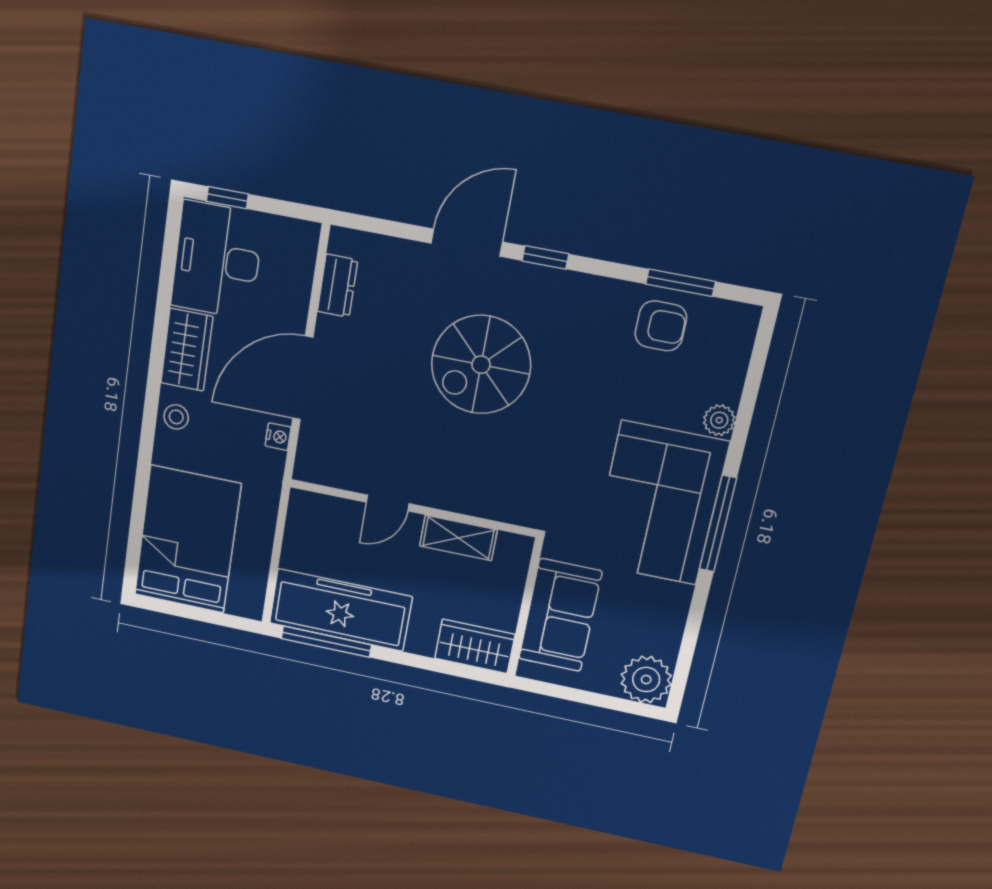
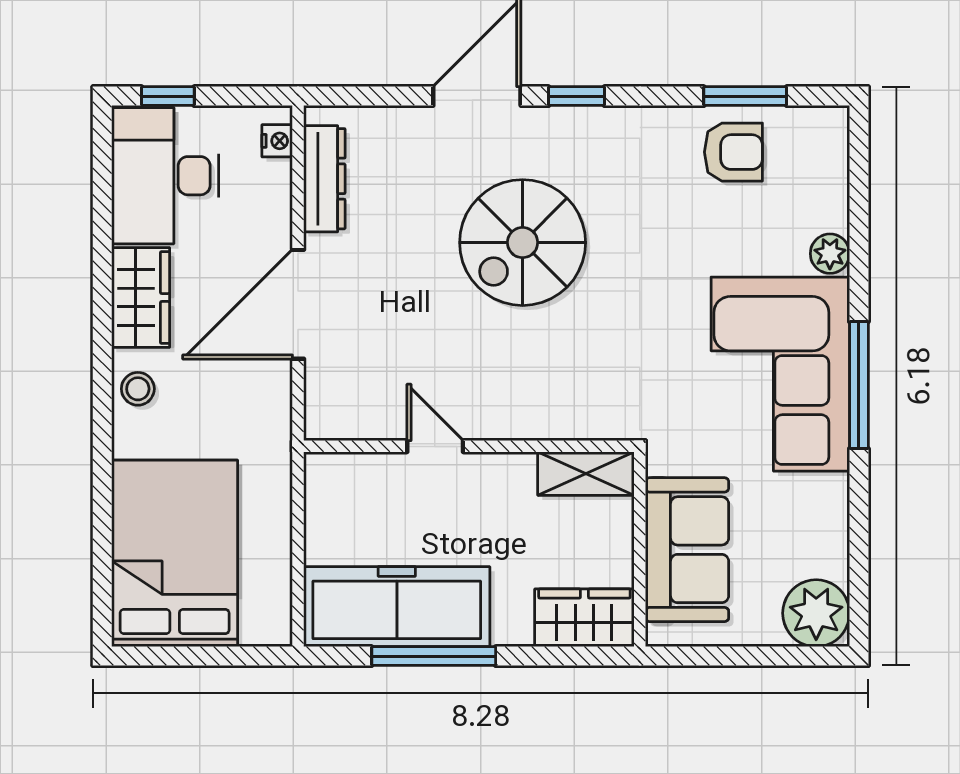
dresser: (337, 286) -> (324, 179), width x1.44
nightstand: (278, 437) -> (277, 141), moved
door: (388, 503) -> (435, 446), swing flipped
shelving: (458, 538) -> (586, 474), moved
window: (326, 642) -> (434, 656), moved

